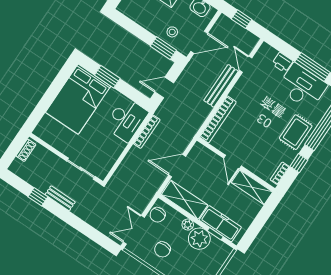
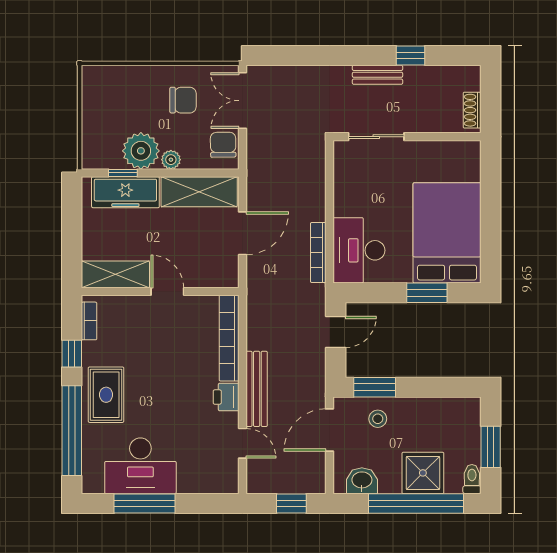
printer: (282, 62) -> (226, 397), moved, turned -90
double door: (134, 230) -> (242, 101), swing flipped
chair: (162, 249) -> (183, 100), turned 90

